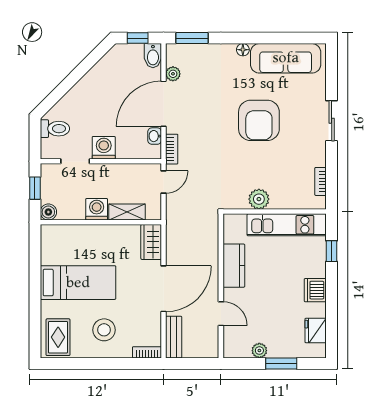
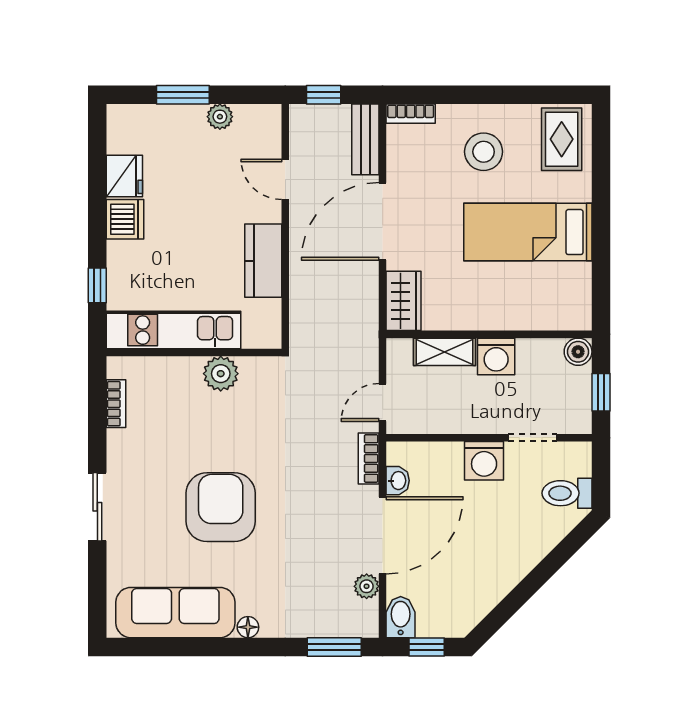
fridge: (316, 331) -> (124, 176), moved
window: (198, 363) -> (324, 95), added

